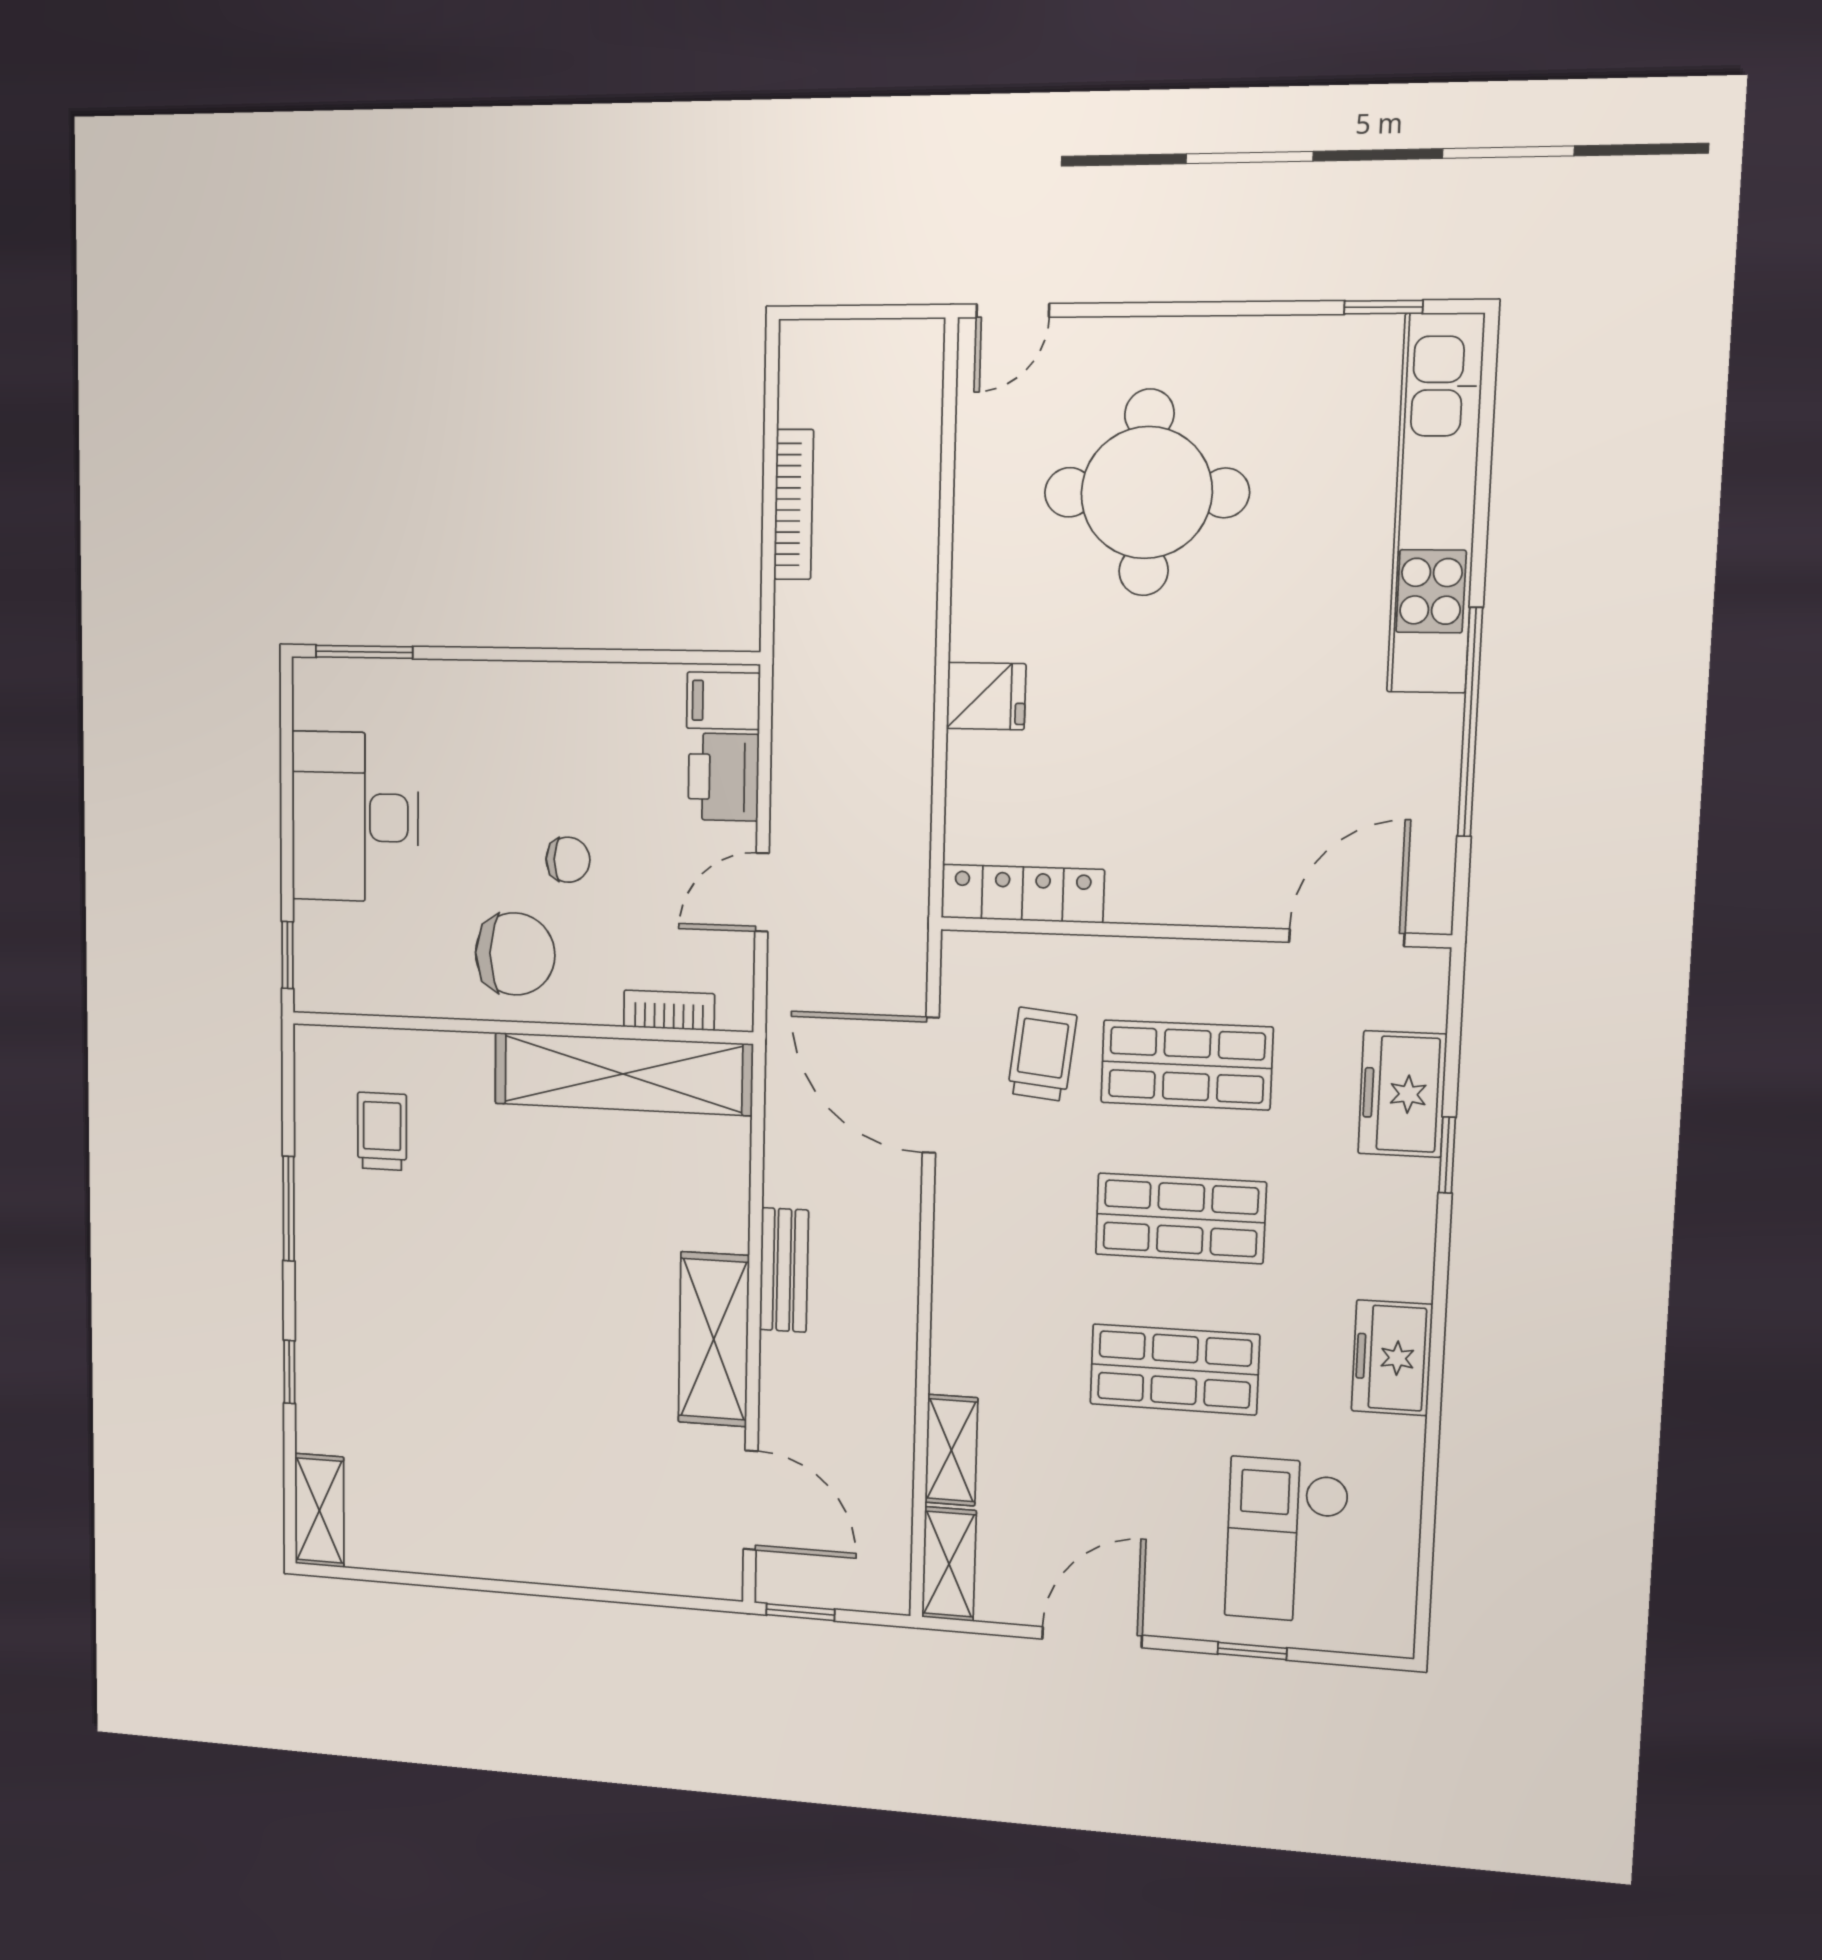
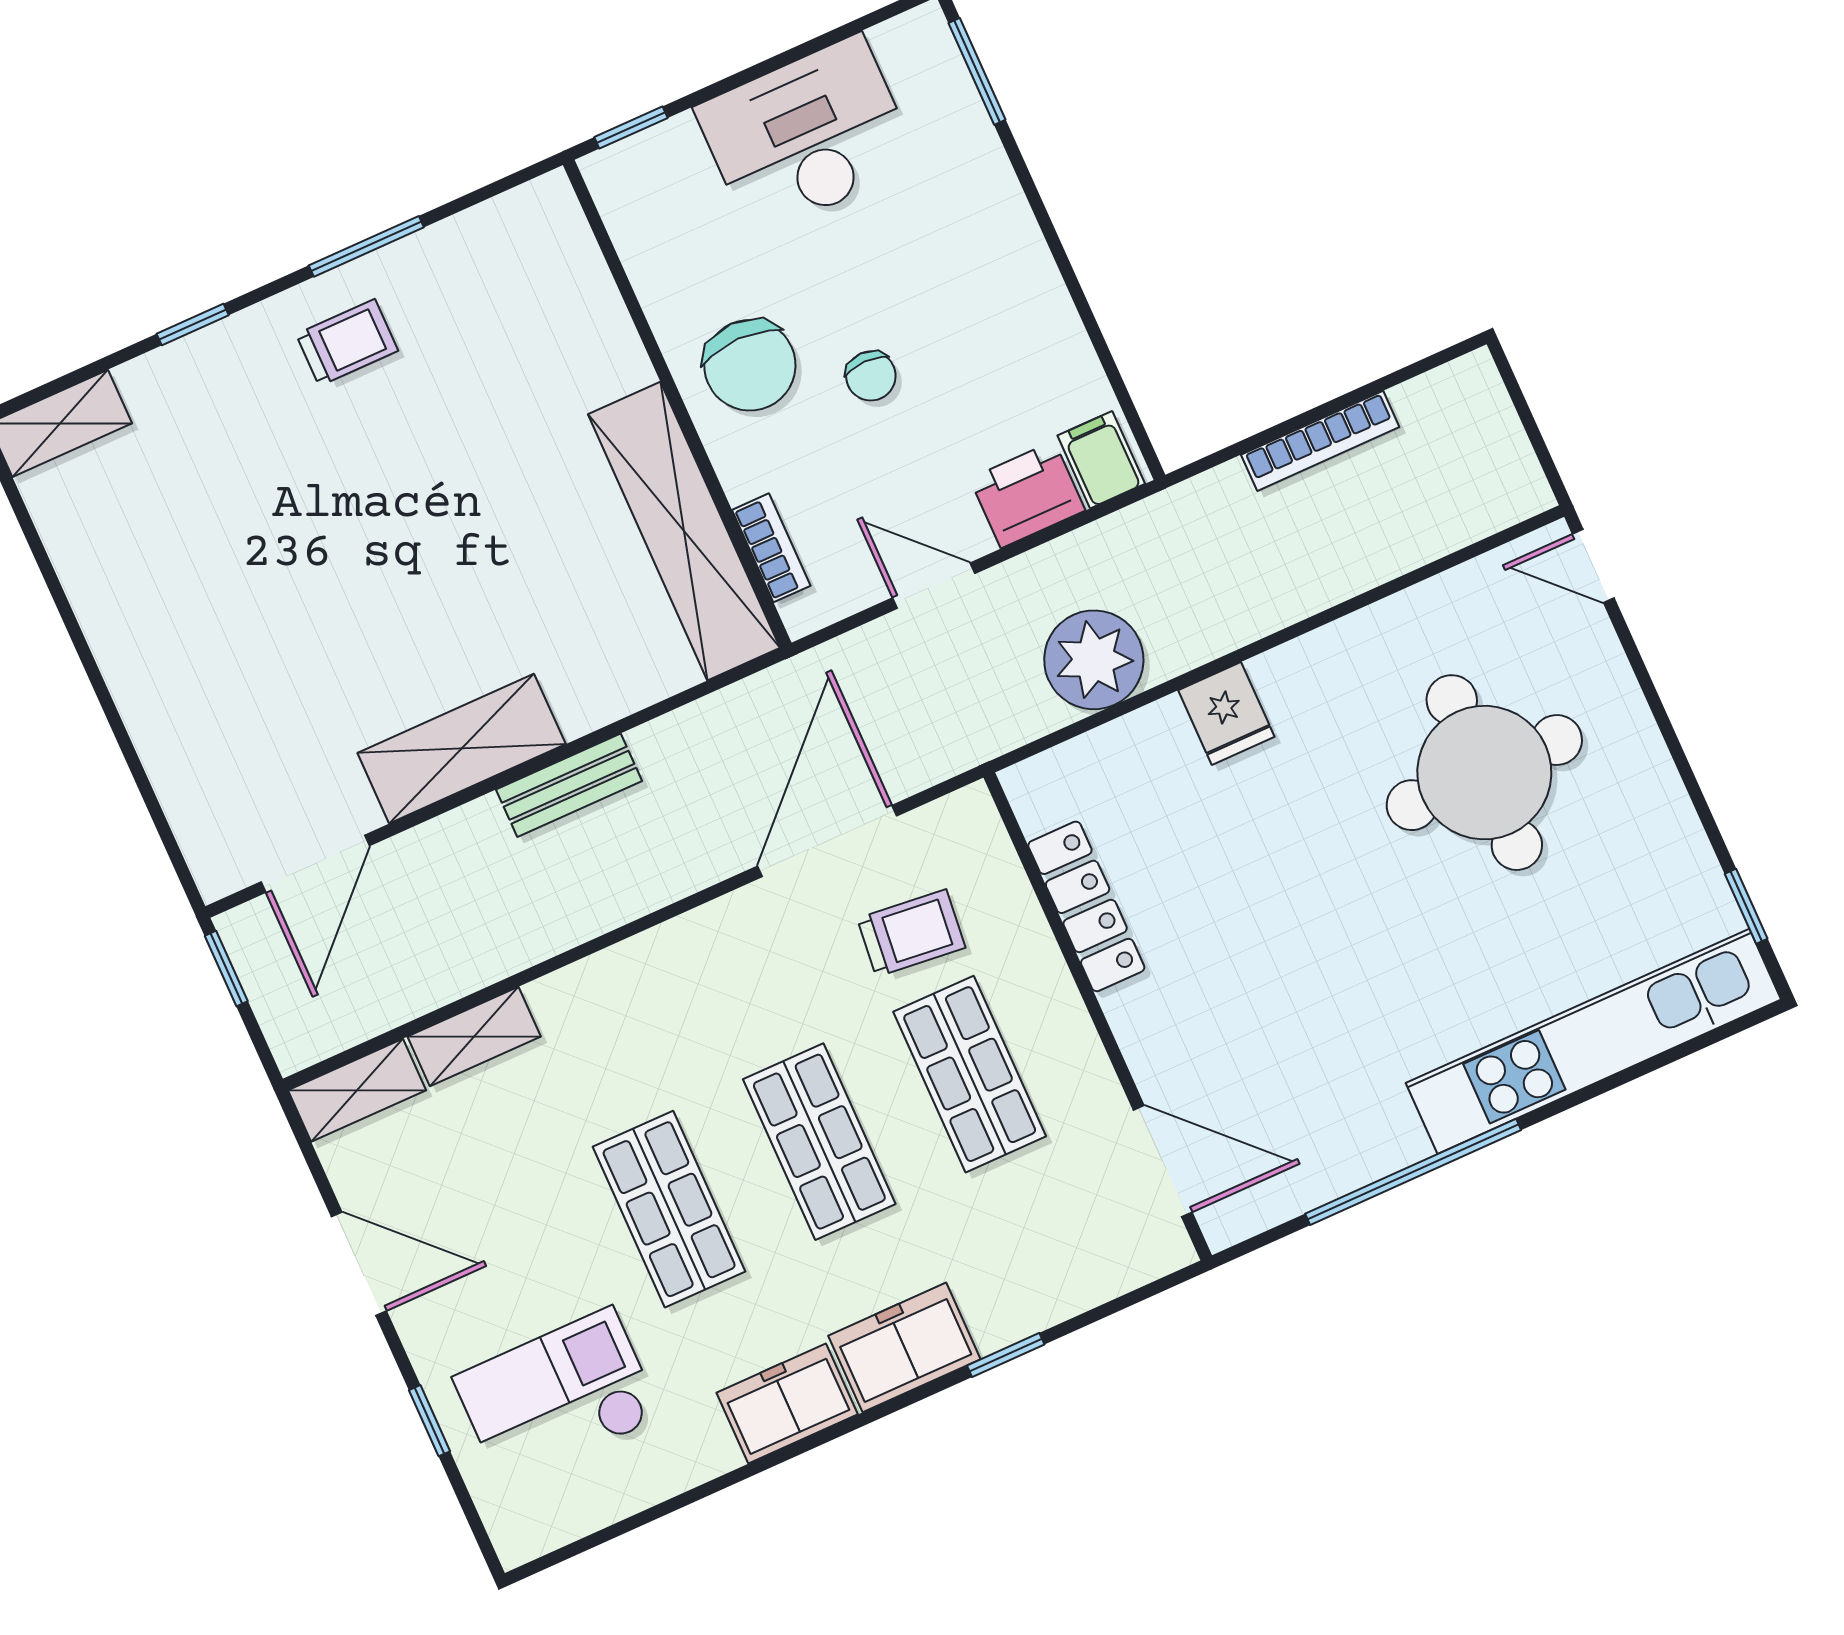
plant: (887, 788) -> (1094, 660), added
locker: (1022, 894) -> (1086, 906), moved
freezer: (1402, 1094) -> (904, 1347), moved
trolley: (382, 1131) -> (347, 342), moved

